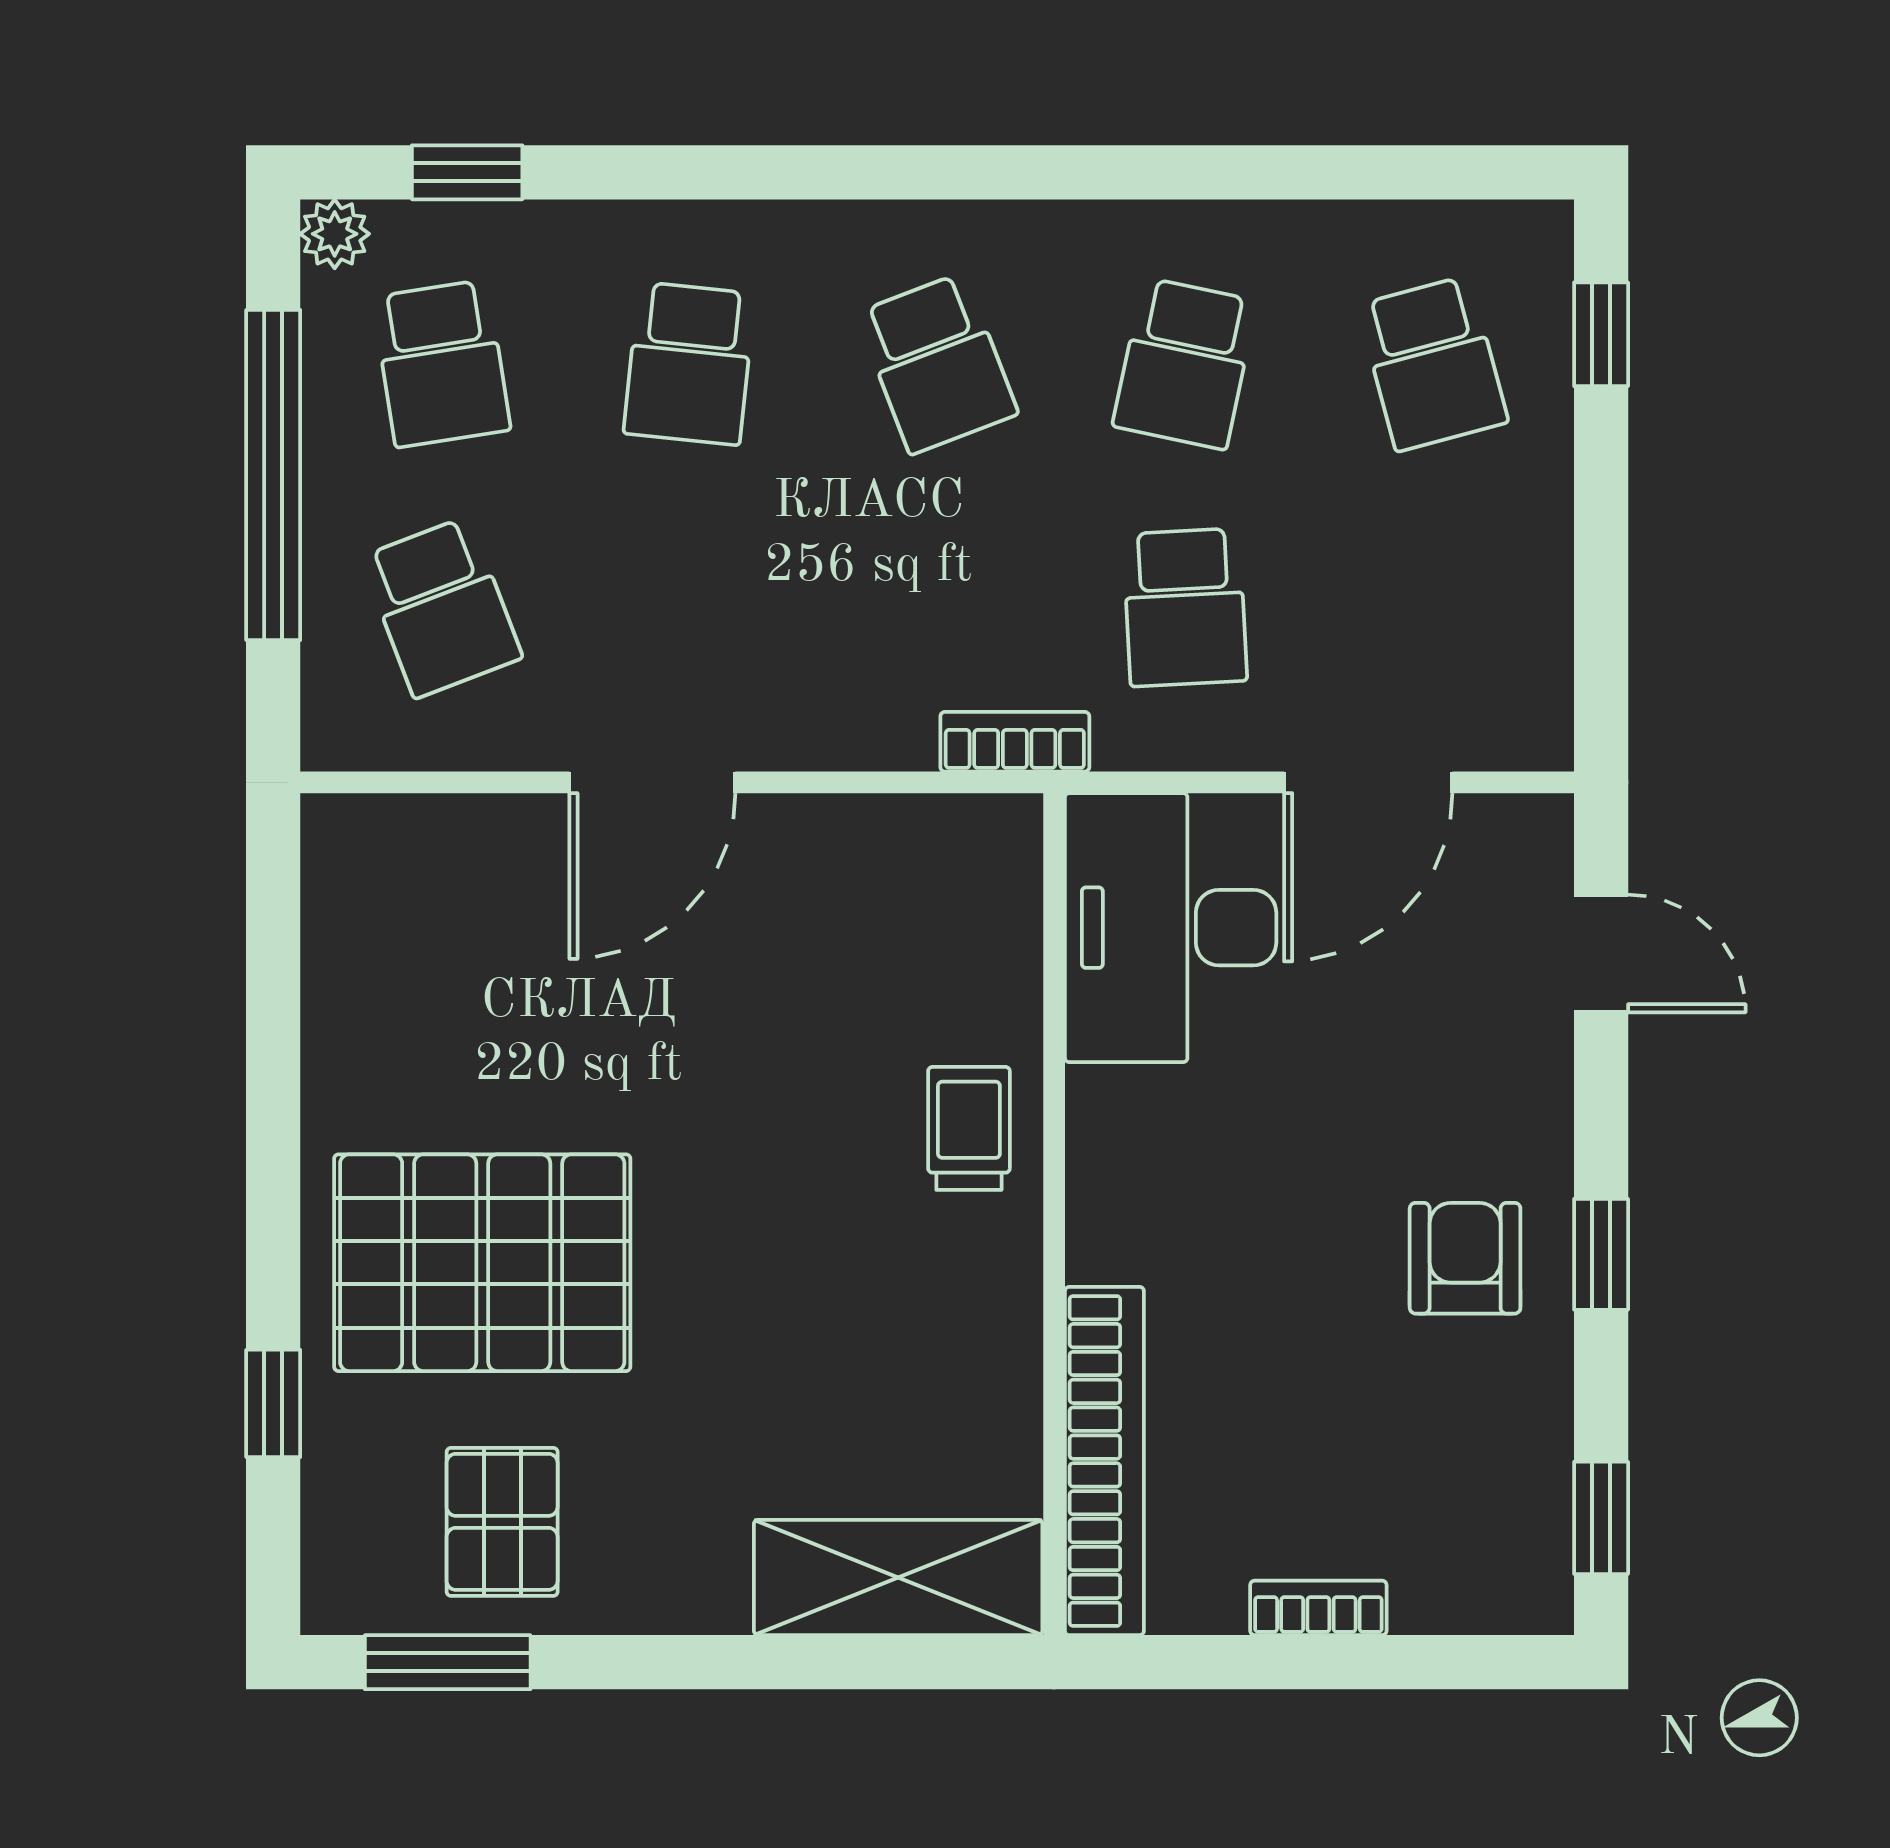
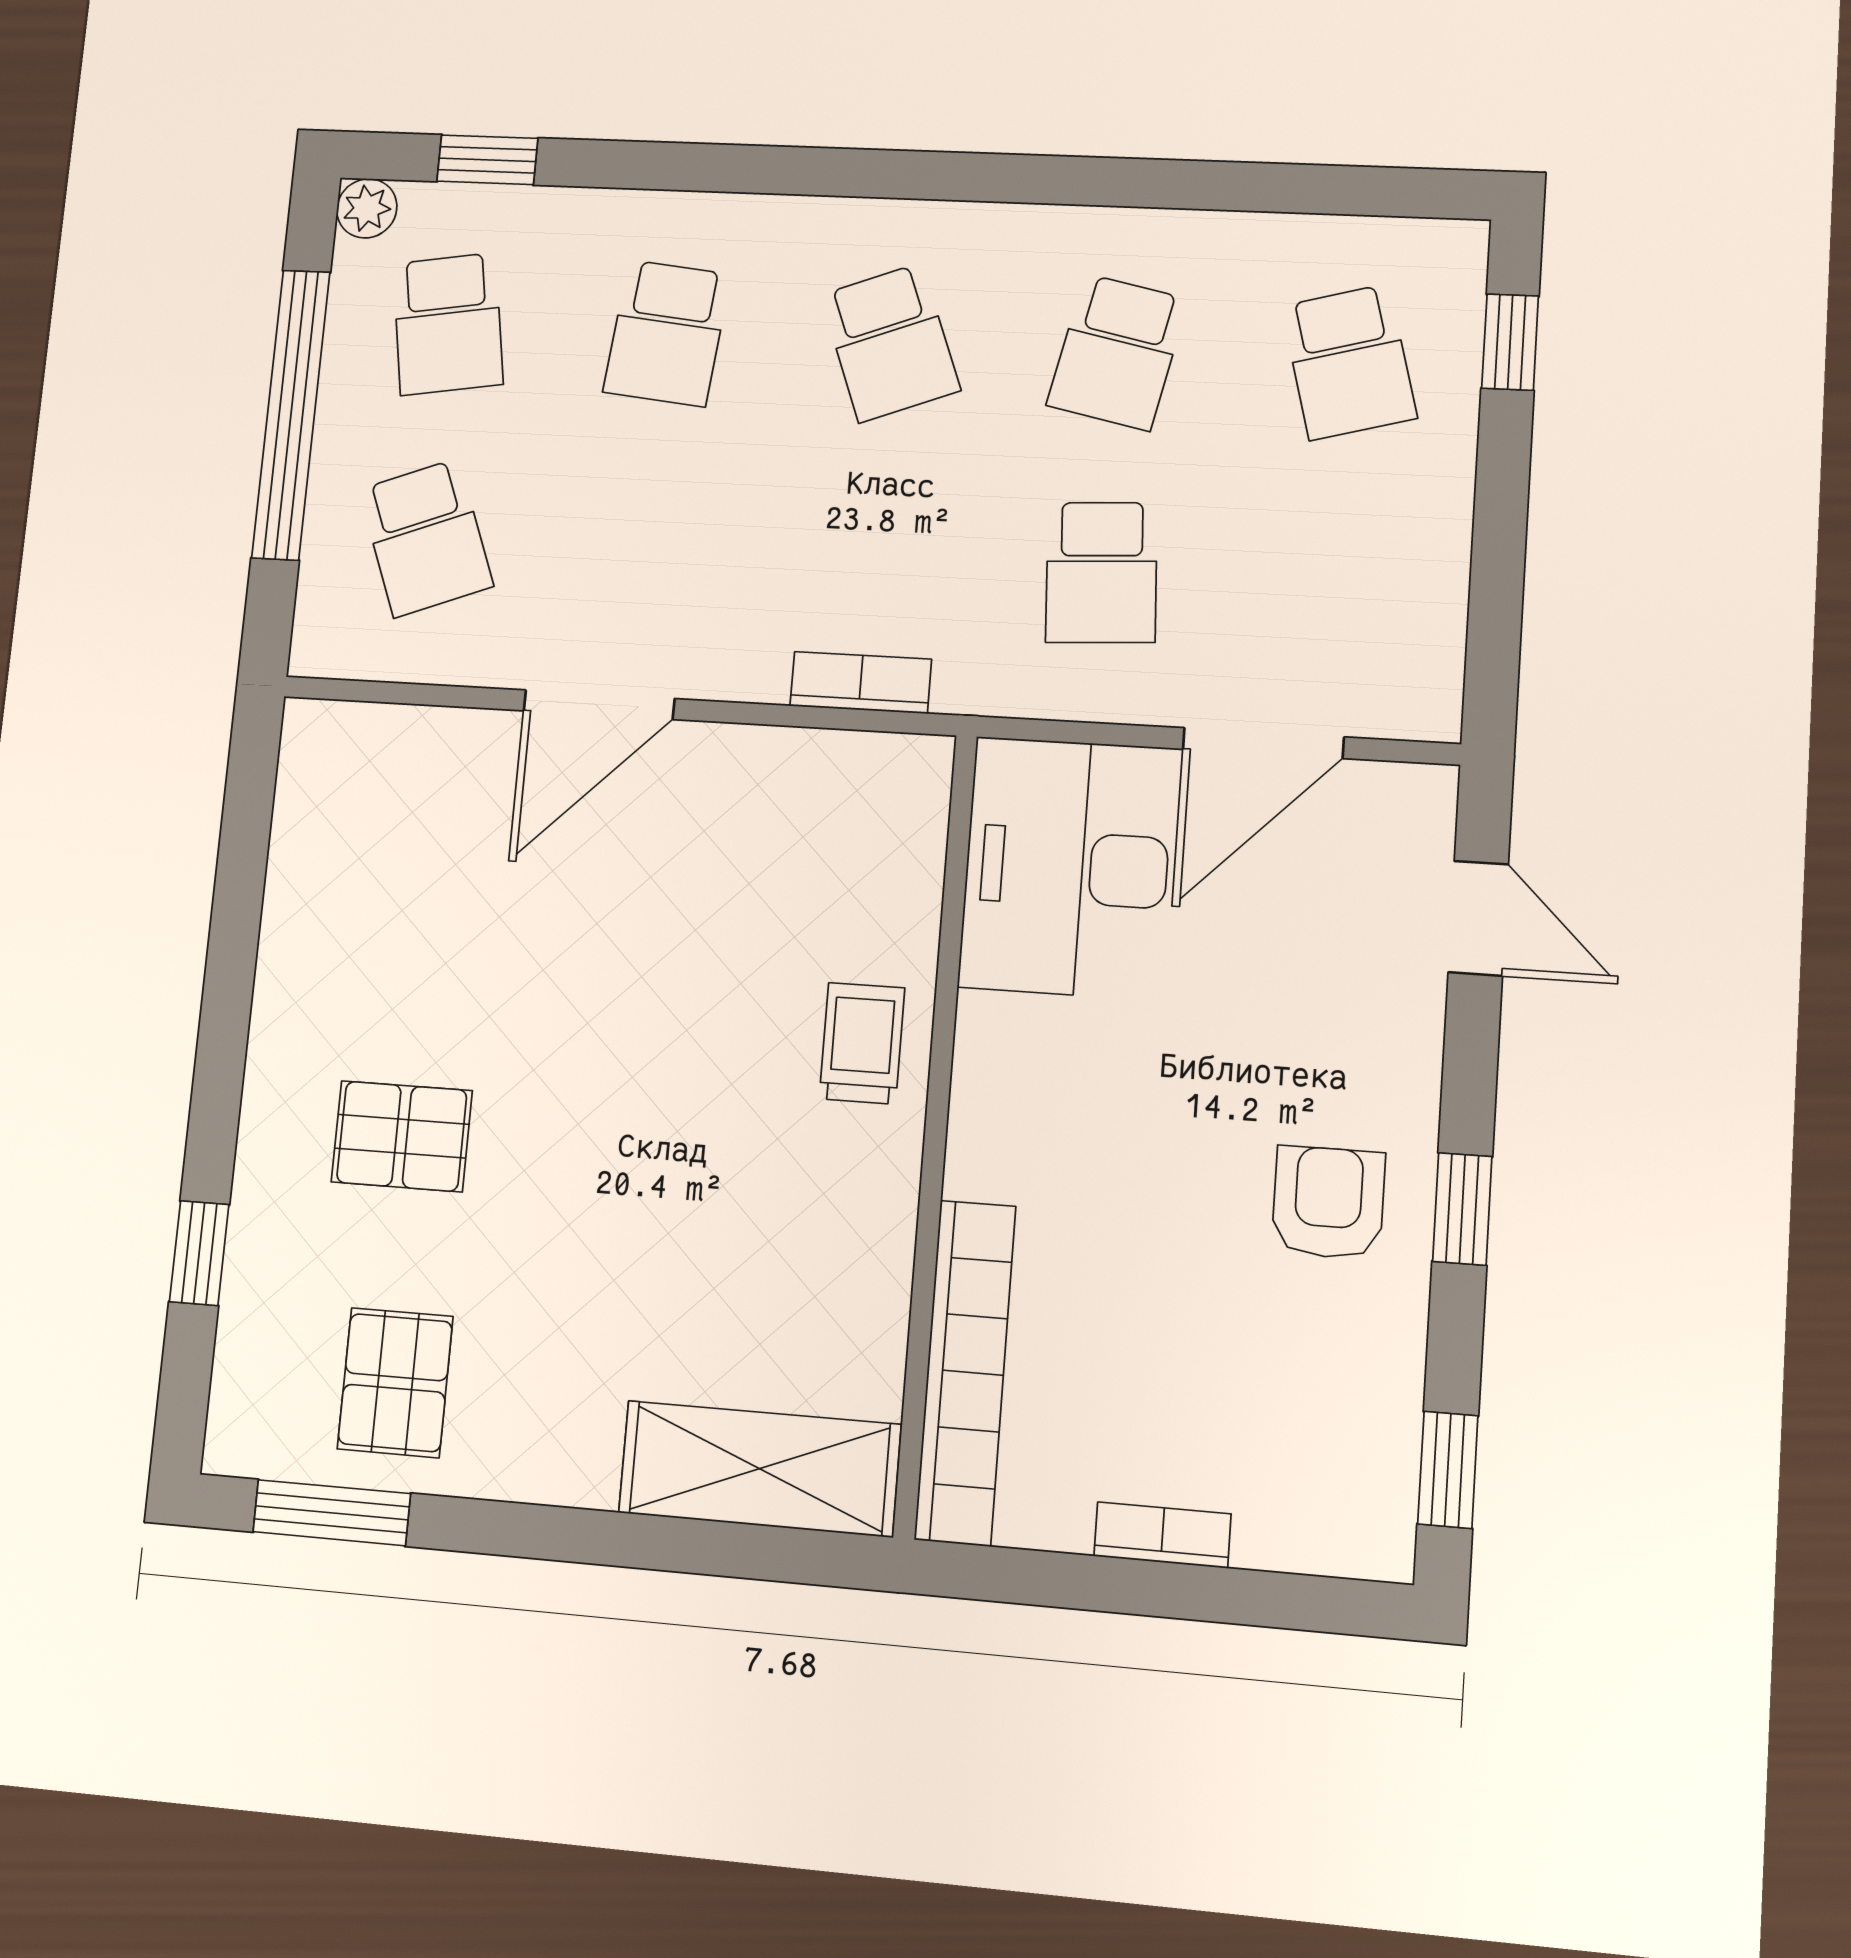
bookcase: (1015, 742) -> (861, 683), moved
pallet: (482, 1263) -> (402, 1136), width x0.49, depth x0.50

